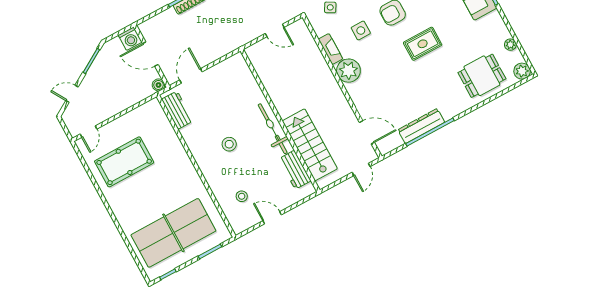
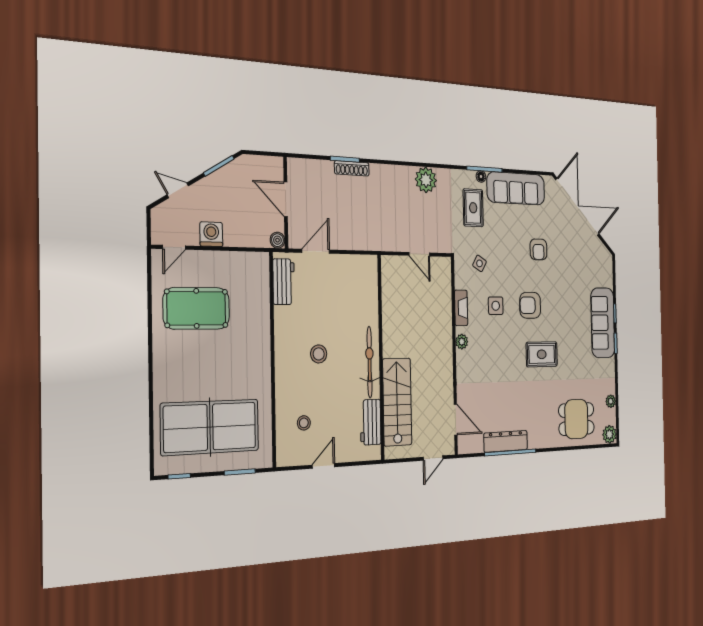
washing machine: (130, 39) -> (211, 234), moved, turned 180
plant: (348, 71) -> (462, 342), width x0.53, depth x0.53
door: (272, 218) -> (324, 466), hinge flipped

